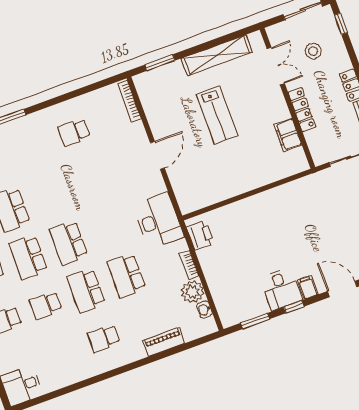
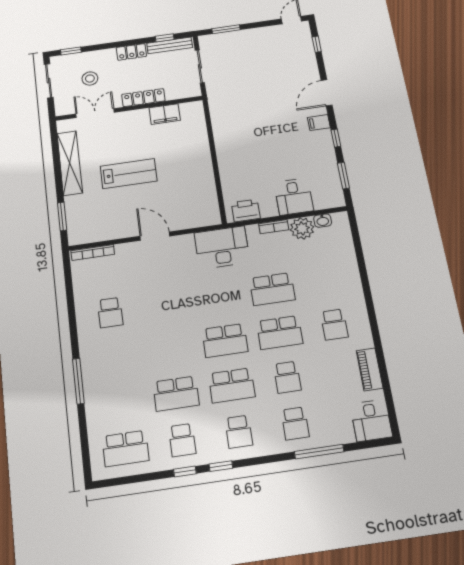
desk: (281, 289) -> (294, 197), moved, turned 90
piano: (164, 342) -> (370, 369), moved

